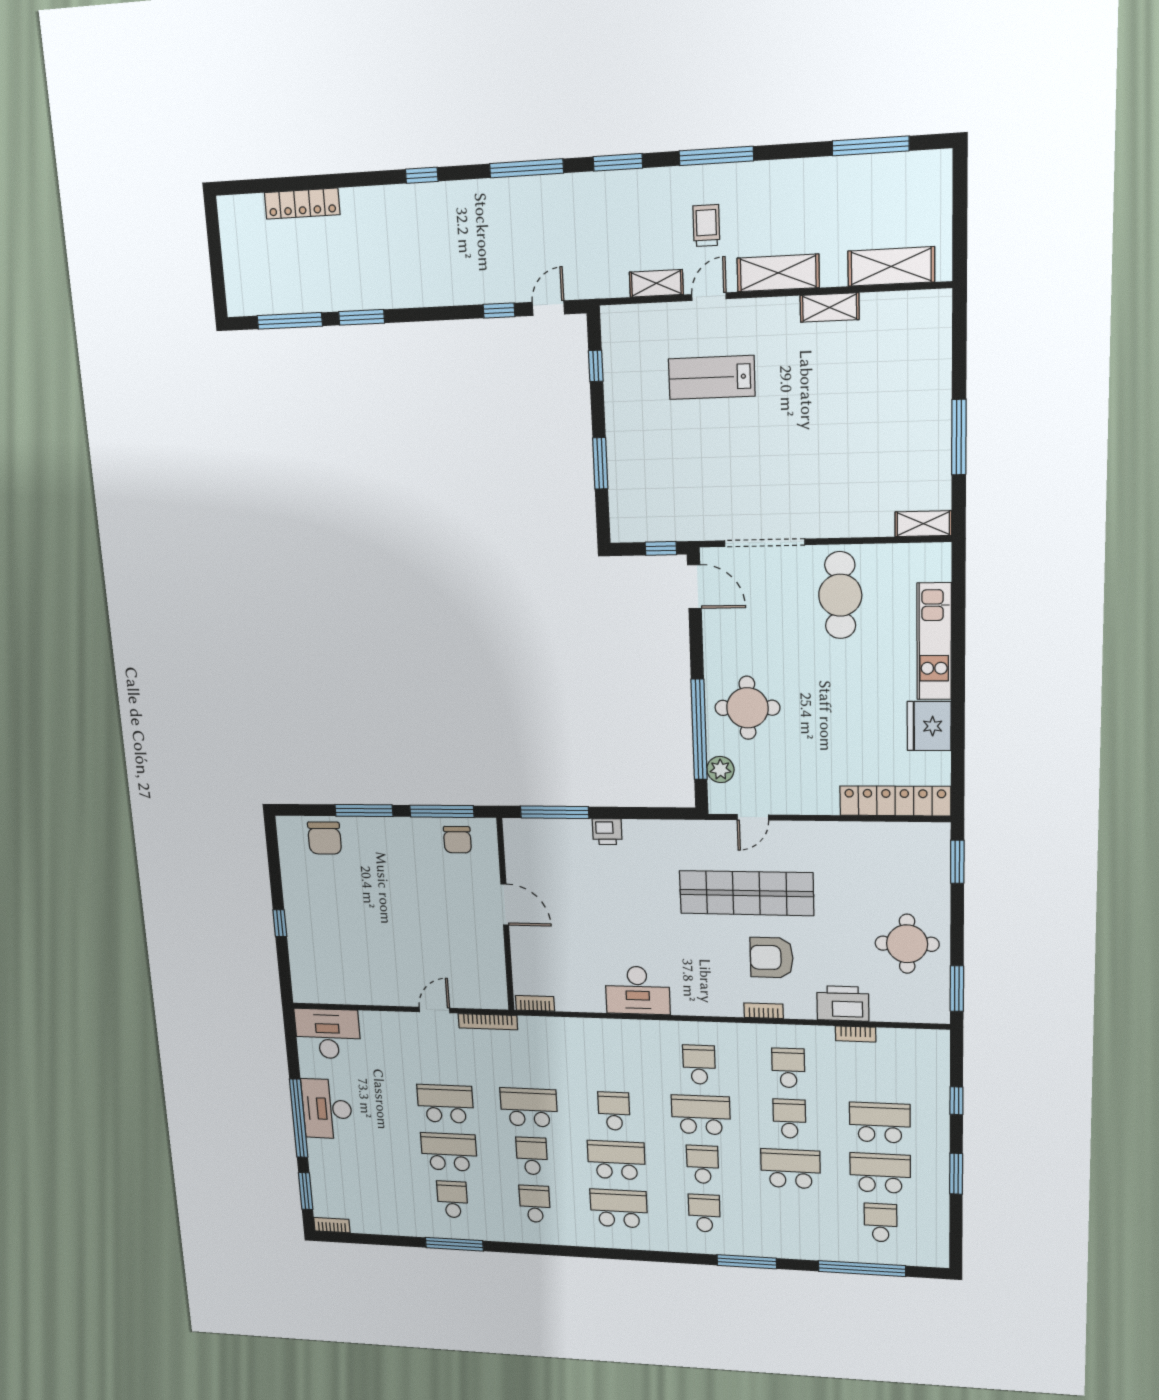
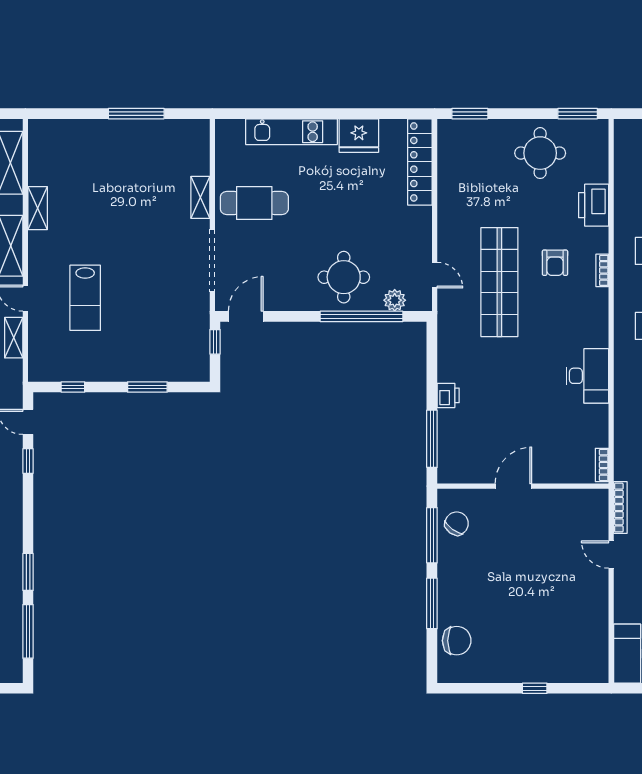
shelving: (923, 524) -> (200, 197), moved
chair: (457, 840) -> (457, 523), turned -54
armchair: (772, 958) -> (555, 263), width x0.72, depth x0.72
bookcase: (856, 1034) -> (620, 195), removed

